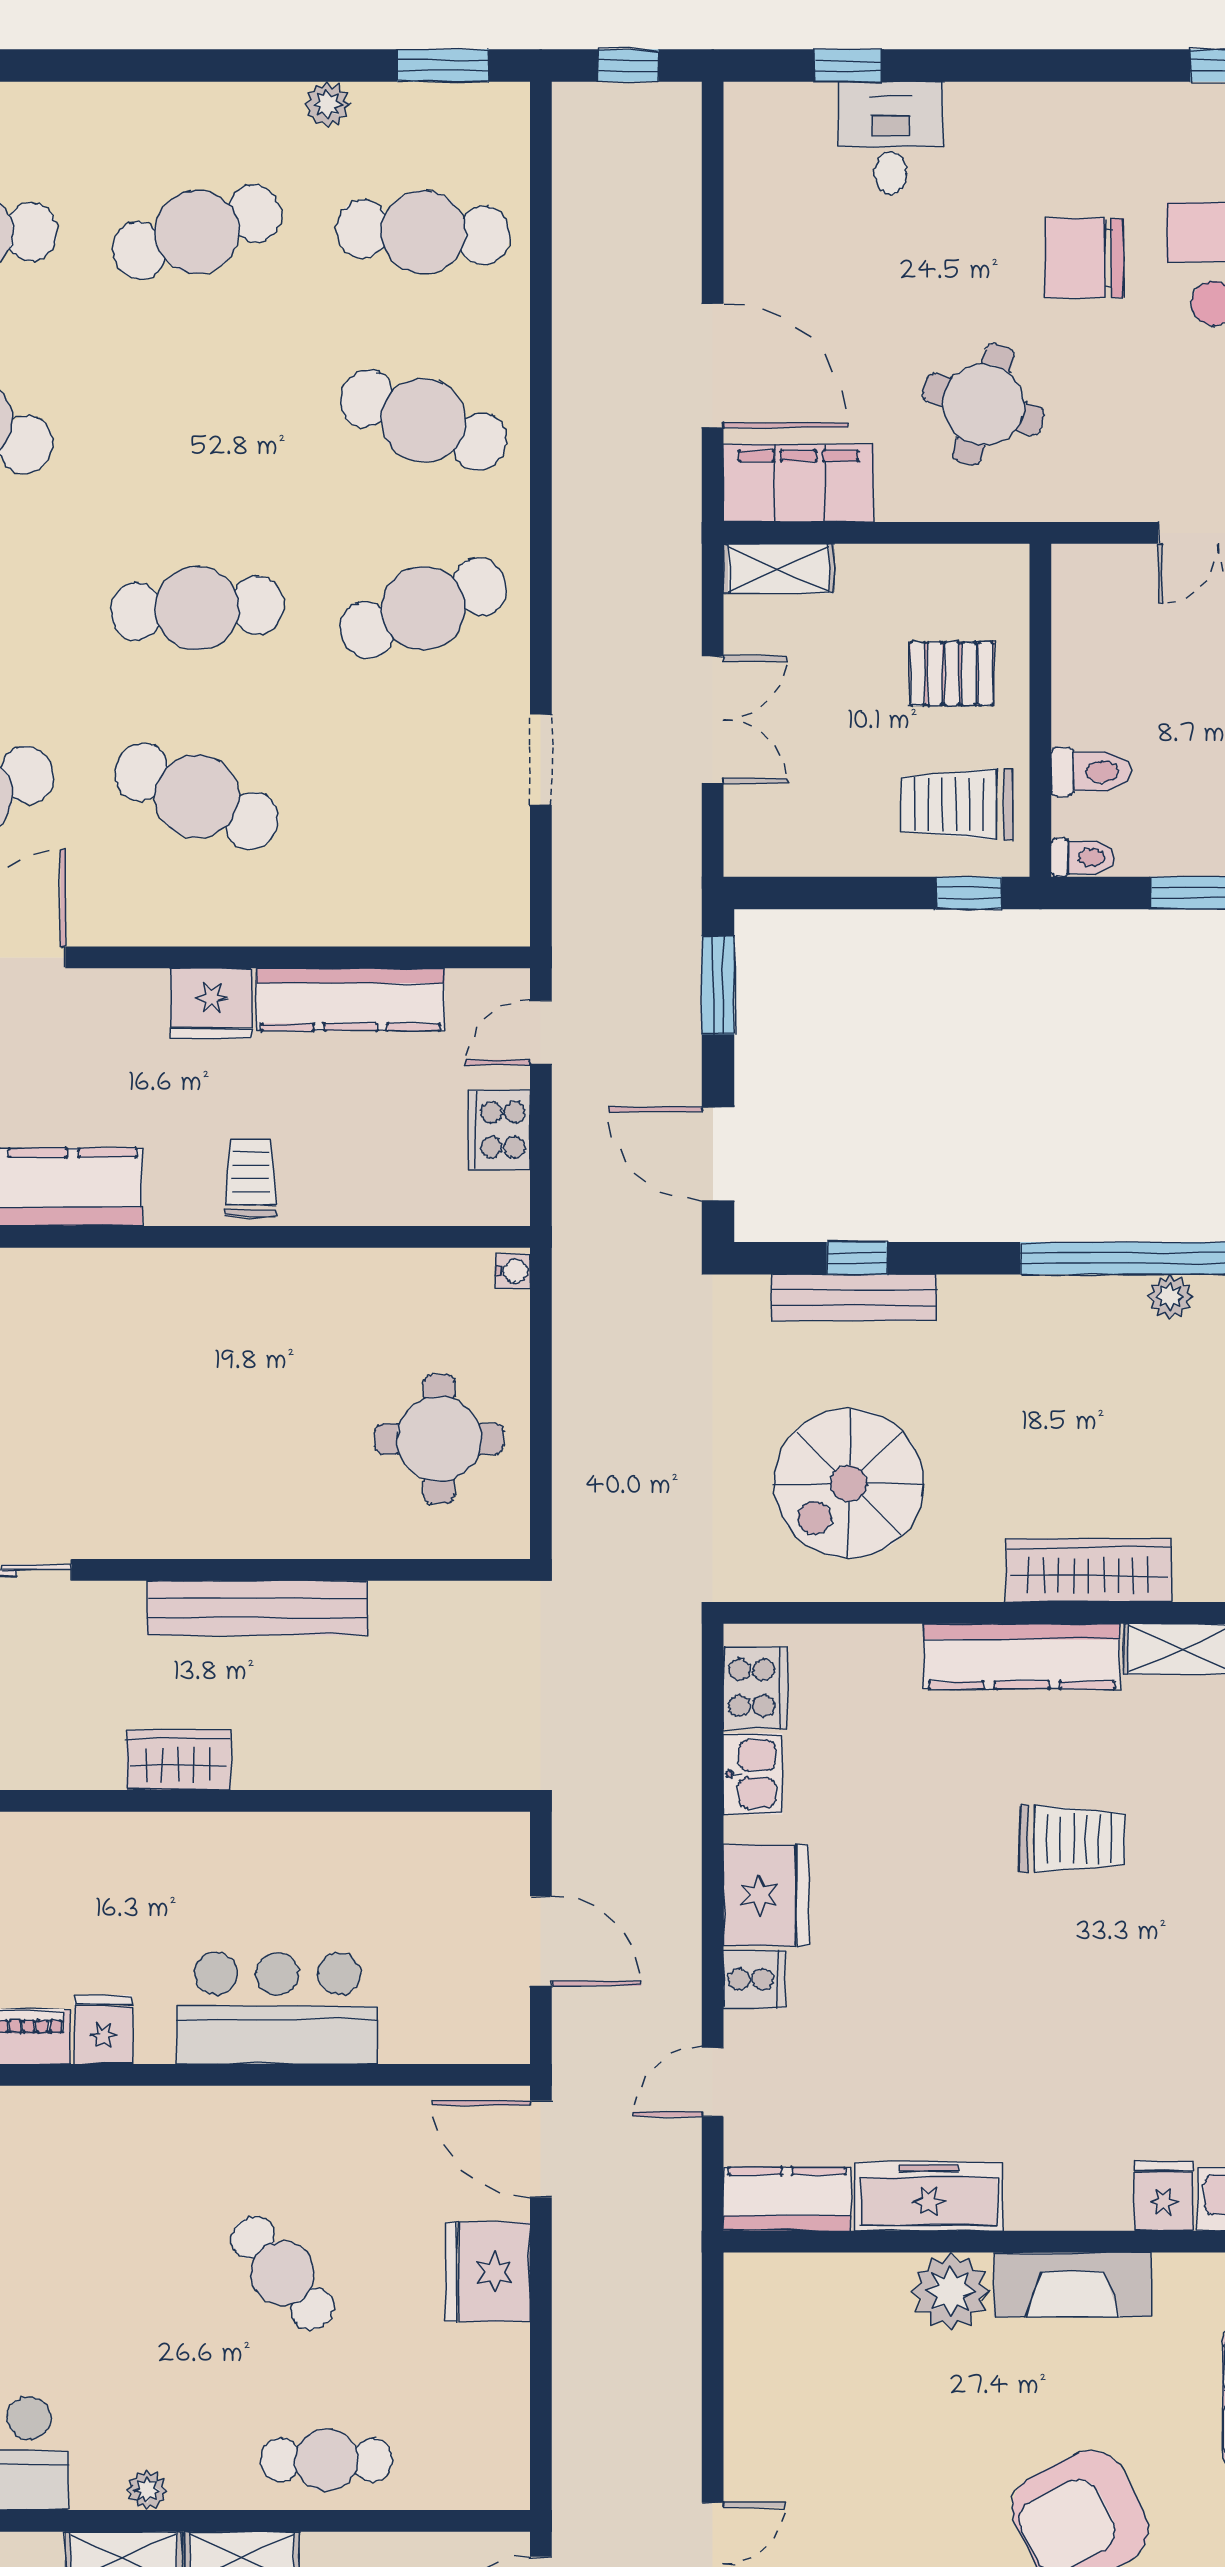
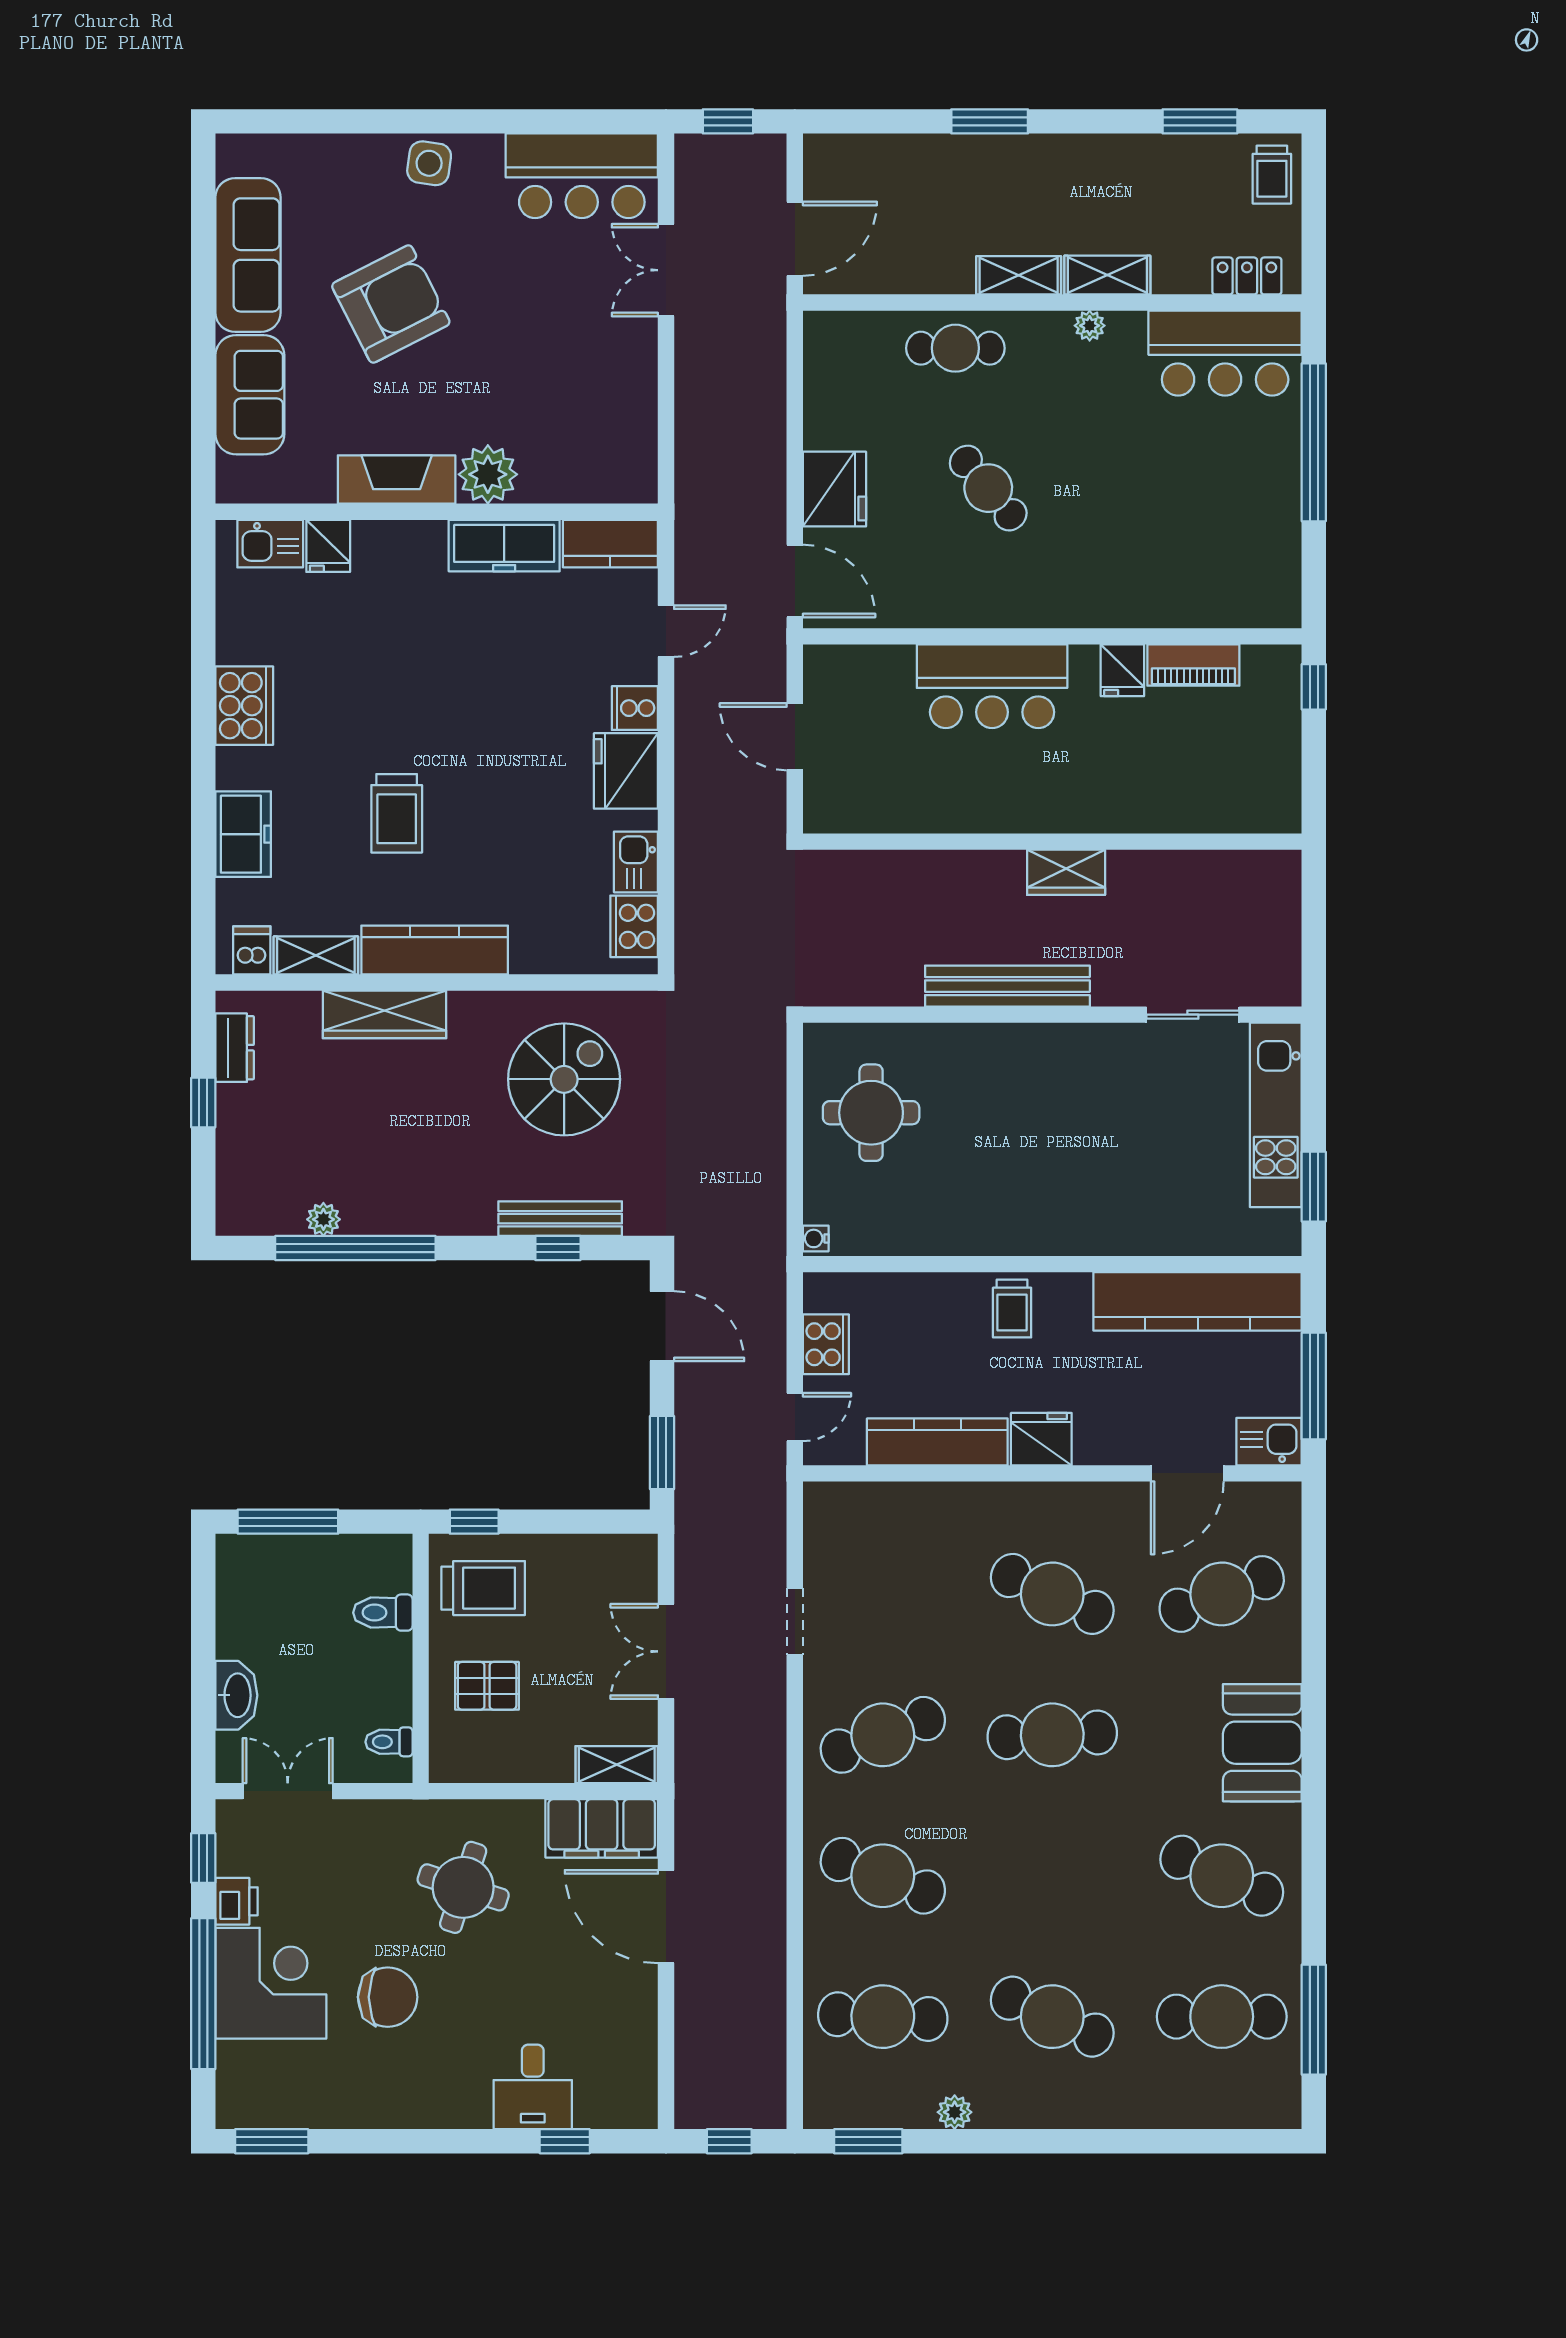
cafe table: (197, 232) -> (1052, 2017), turned 42
toilet: (1083, 858) -> (389, 1742), moved
trolley: (1072, 1839) -> (397, 813), turned -90

